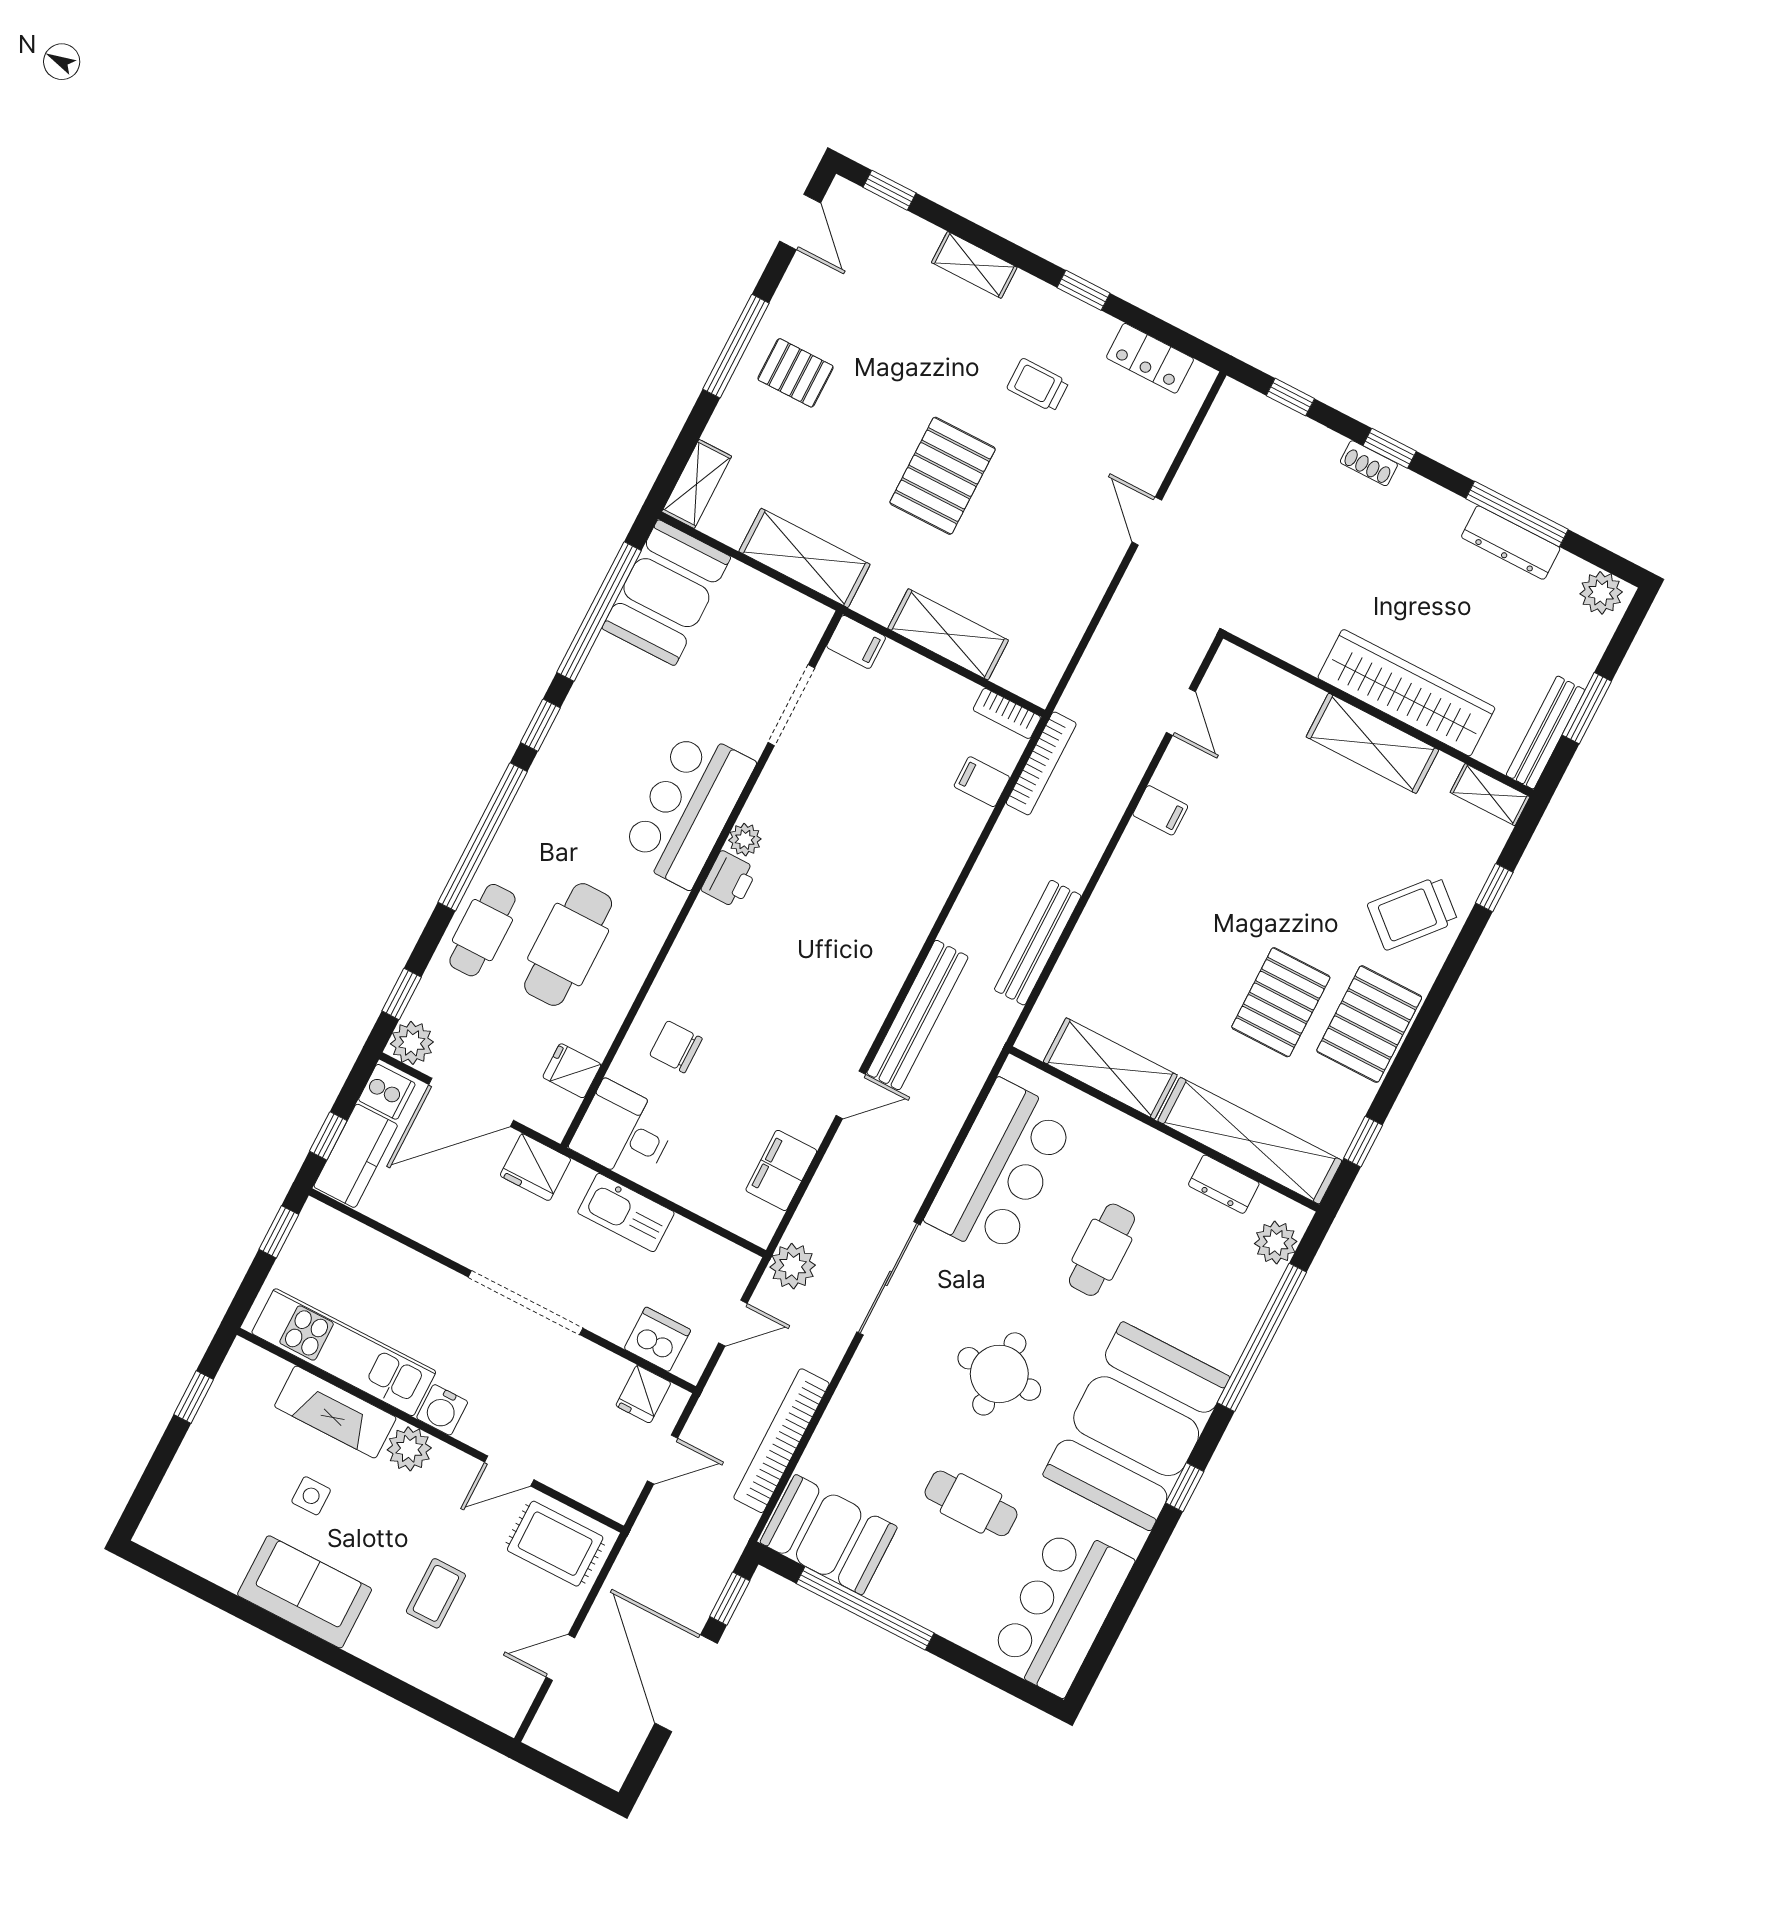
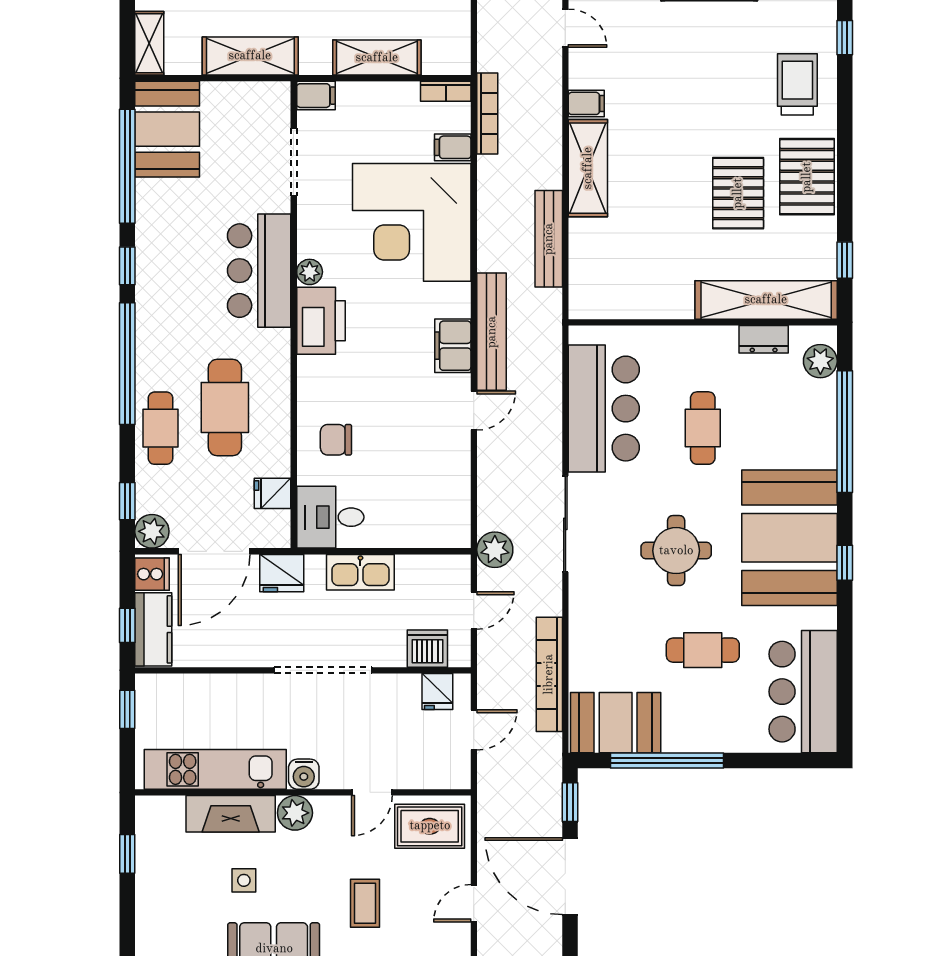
corner desk: (891, 843) -> (412, 222), added
printer: (729, 880) -> (321, 321), width x1.87, depth x1.48
trolley: (1413, 913) -> (797, 84), turned 139
shelving: (1110, 1068) -> (588, 168), moved, turned 90
filing cabinet: (781, 1170) -> (453, 346), moved

